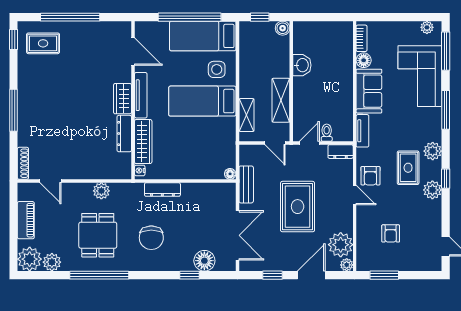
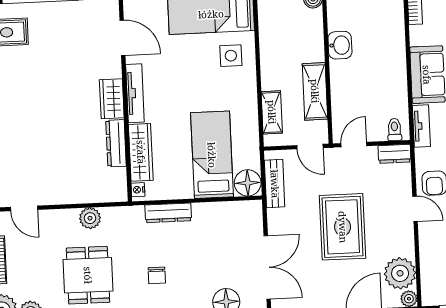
floor lamp: (364, 60) -> (419, 35), removed
bed: (202, 101) -> (212, 155), moved, turned 90
toilet: (327, 133) -> (395, 130), moved
floor lamp: (230, 174) -> (248, 183), width x1.89, depth x1.89
bench: (246, 184) -> (275, 184), moved
chair: (151, 238) -> (157, 275), width x0.54, depth x0.54

